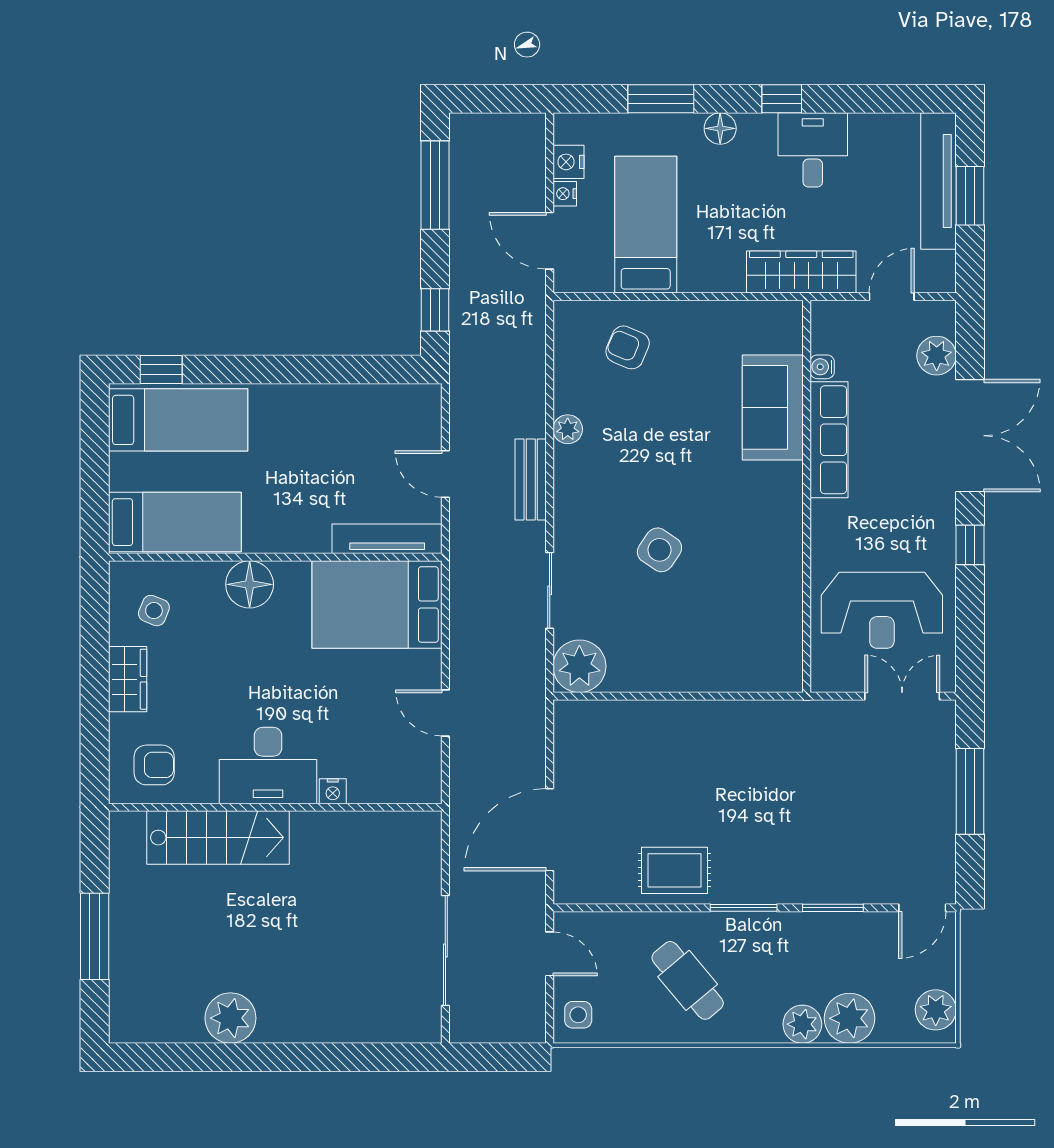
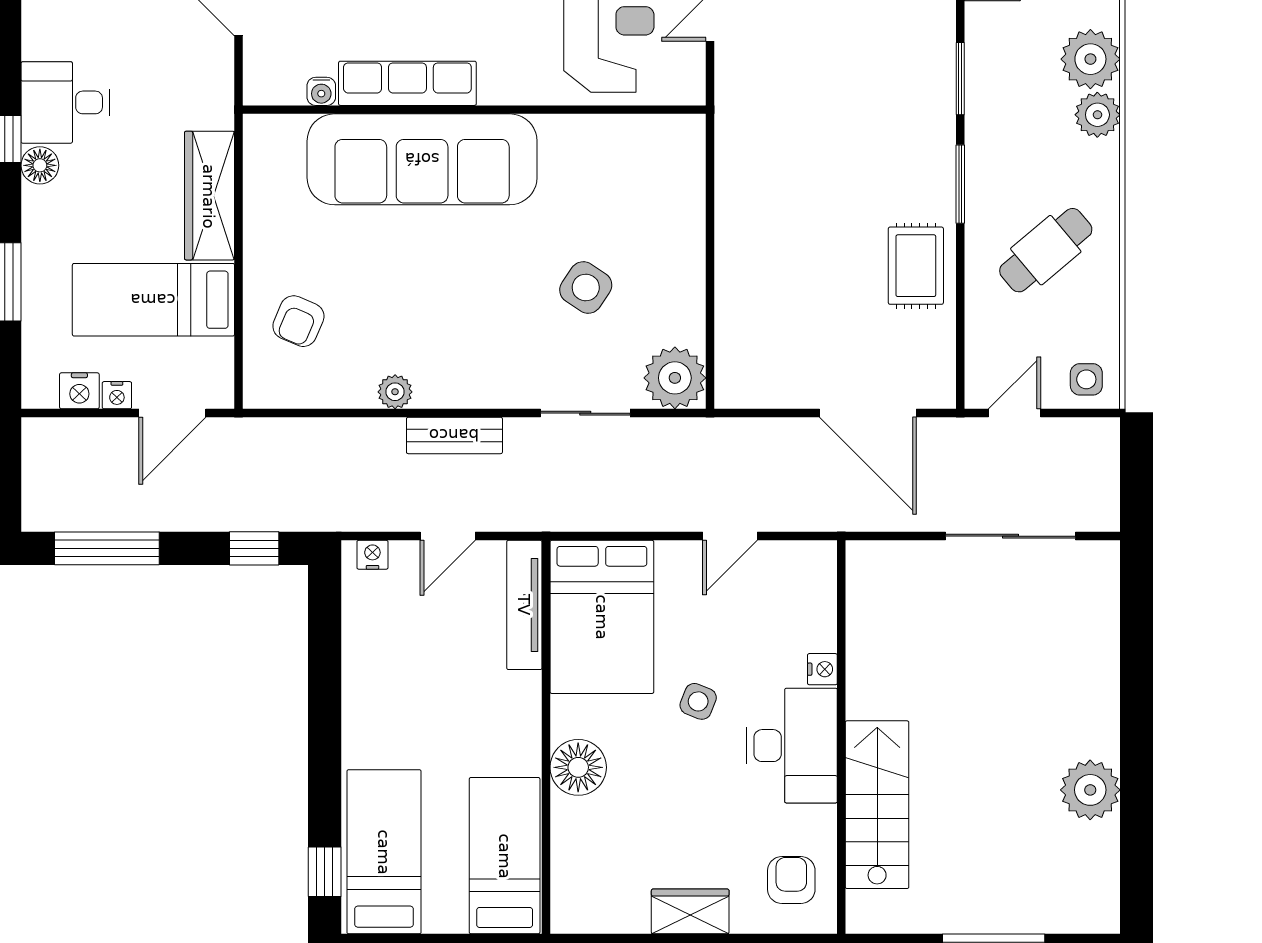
floor lamp: (720, 128) -> (40, 165), moved
wardrobe: (801, 272) -> (209, 196), moved
sofa: (773, 407) -> (422, 159), width x1.85, depth x1.27
nightstand: (430, 410) -> (372, 555), added
side table: (659, 550) -> (586, 287), moved
side table: (154, 611) -> (698, 701), moved

